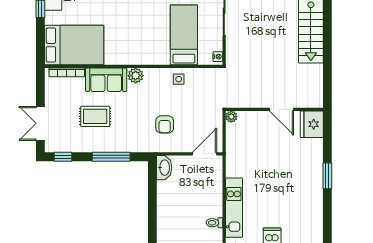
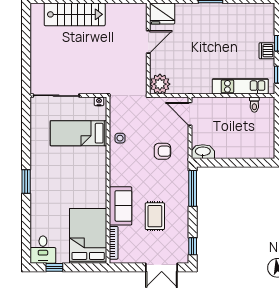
plant: (136, 76) -> (117, 178), removed
plant: (231, 117) -> (160, 84), width x1.88, depth x1.88
window: (111, 157) -> (193, 188), moved

